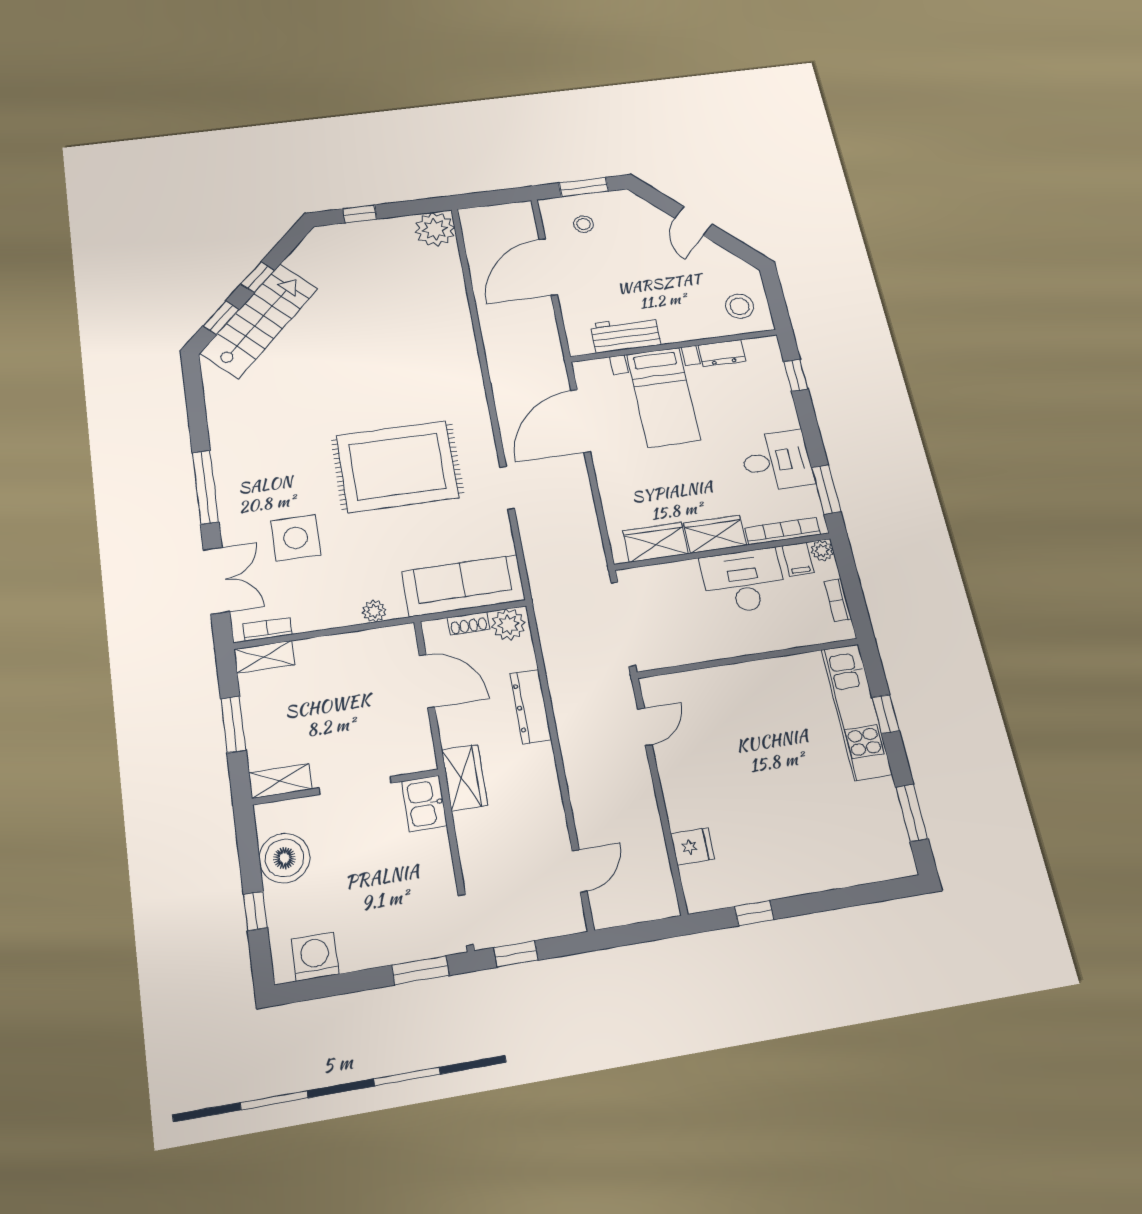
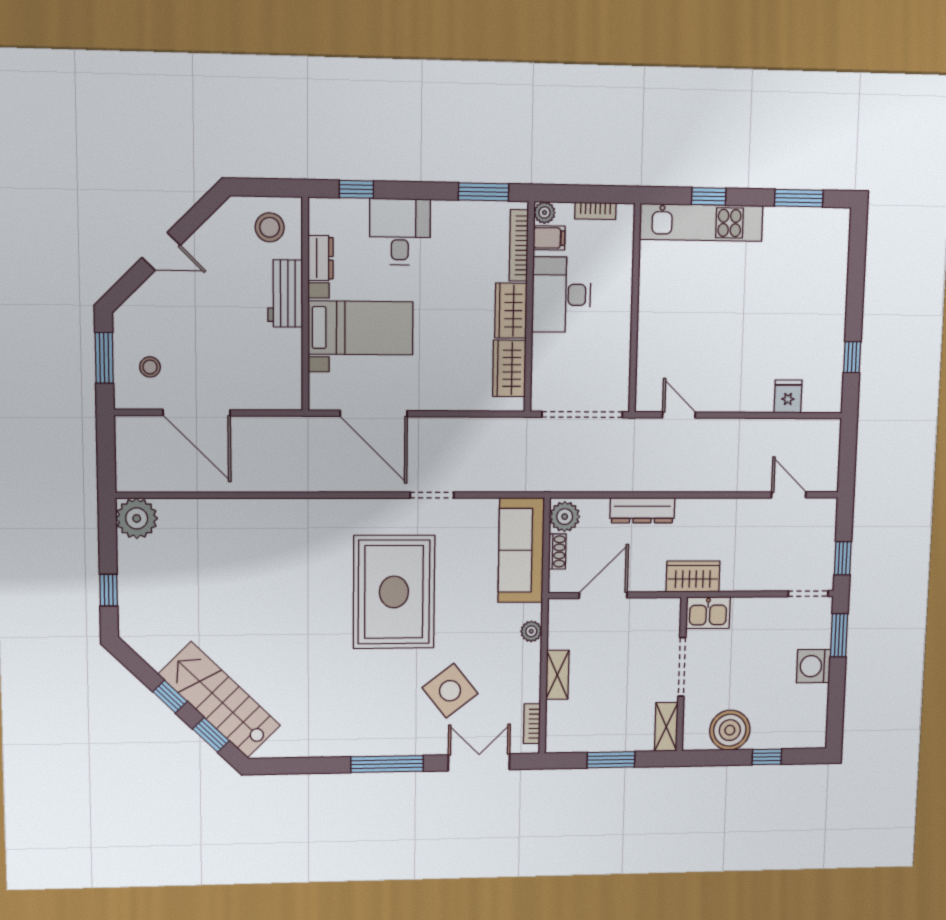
workbench: (626, 334) -> (285, 293), moved
desk: (777, 461) -> (400, 232), moved
side table: (296, 538) -> (450, 691), turned -38
shelving: (264, 657) -> (557, 675), moved
washing machine: (315, 957) -> (814, 666), moved

